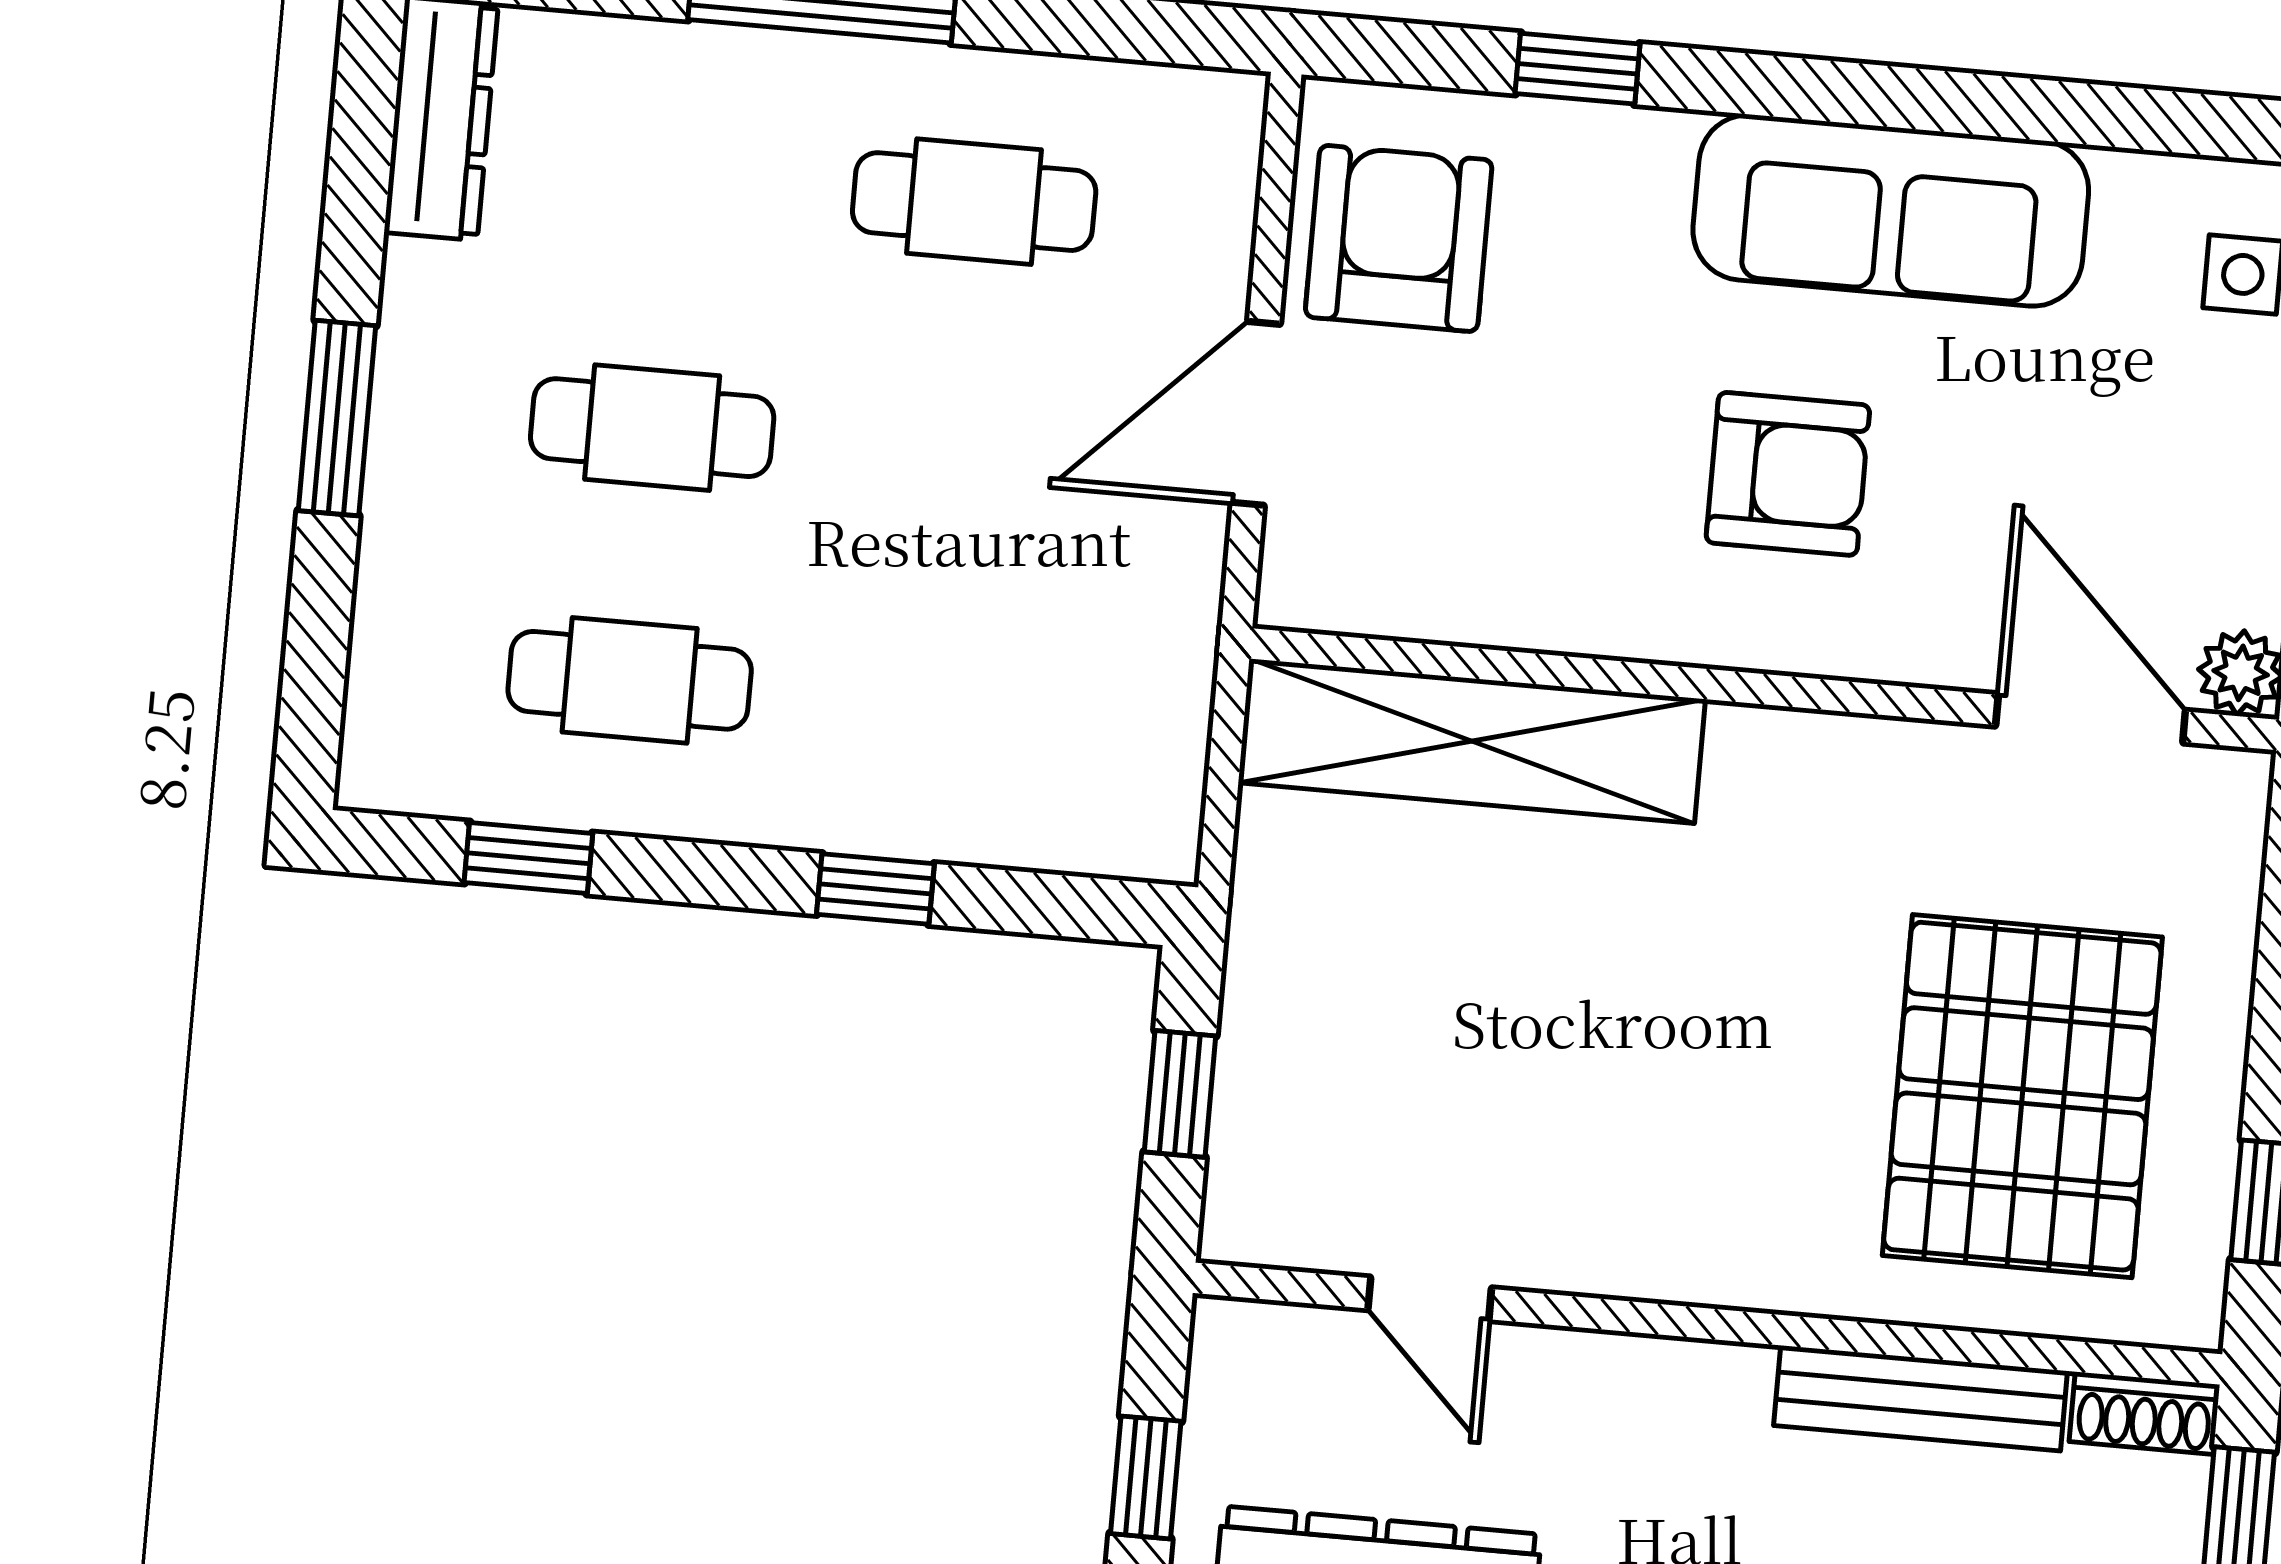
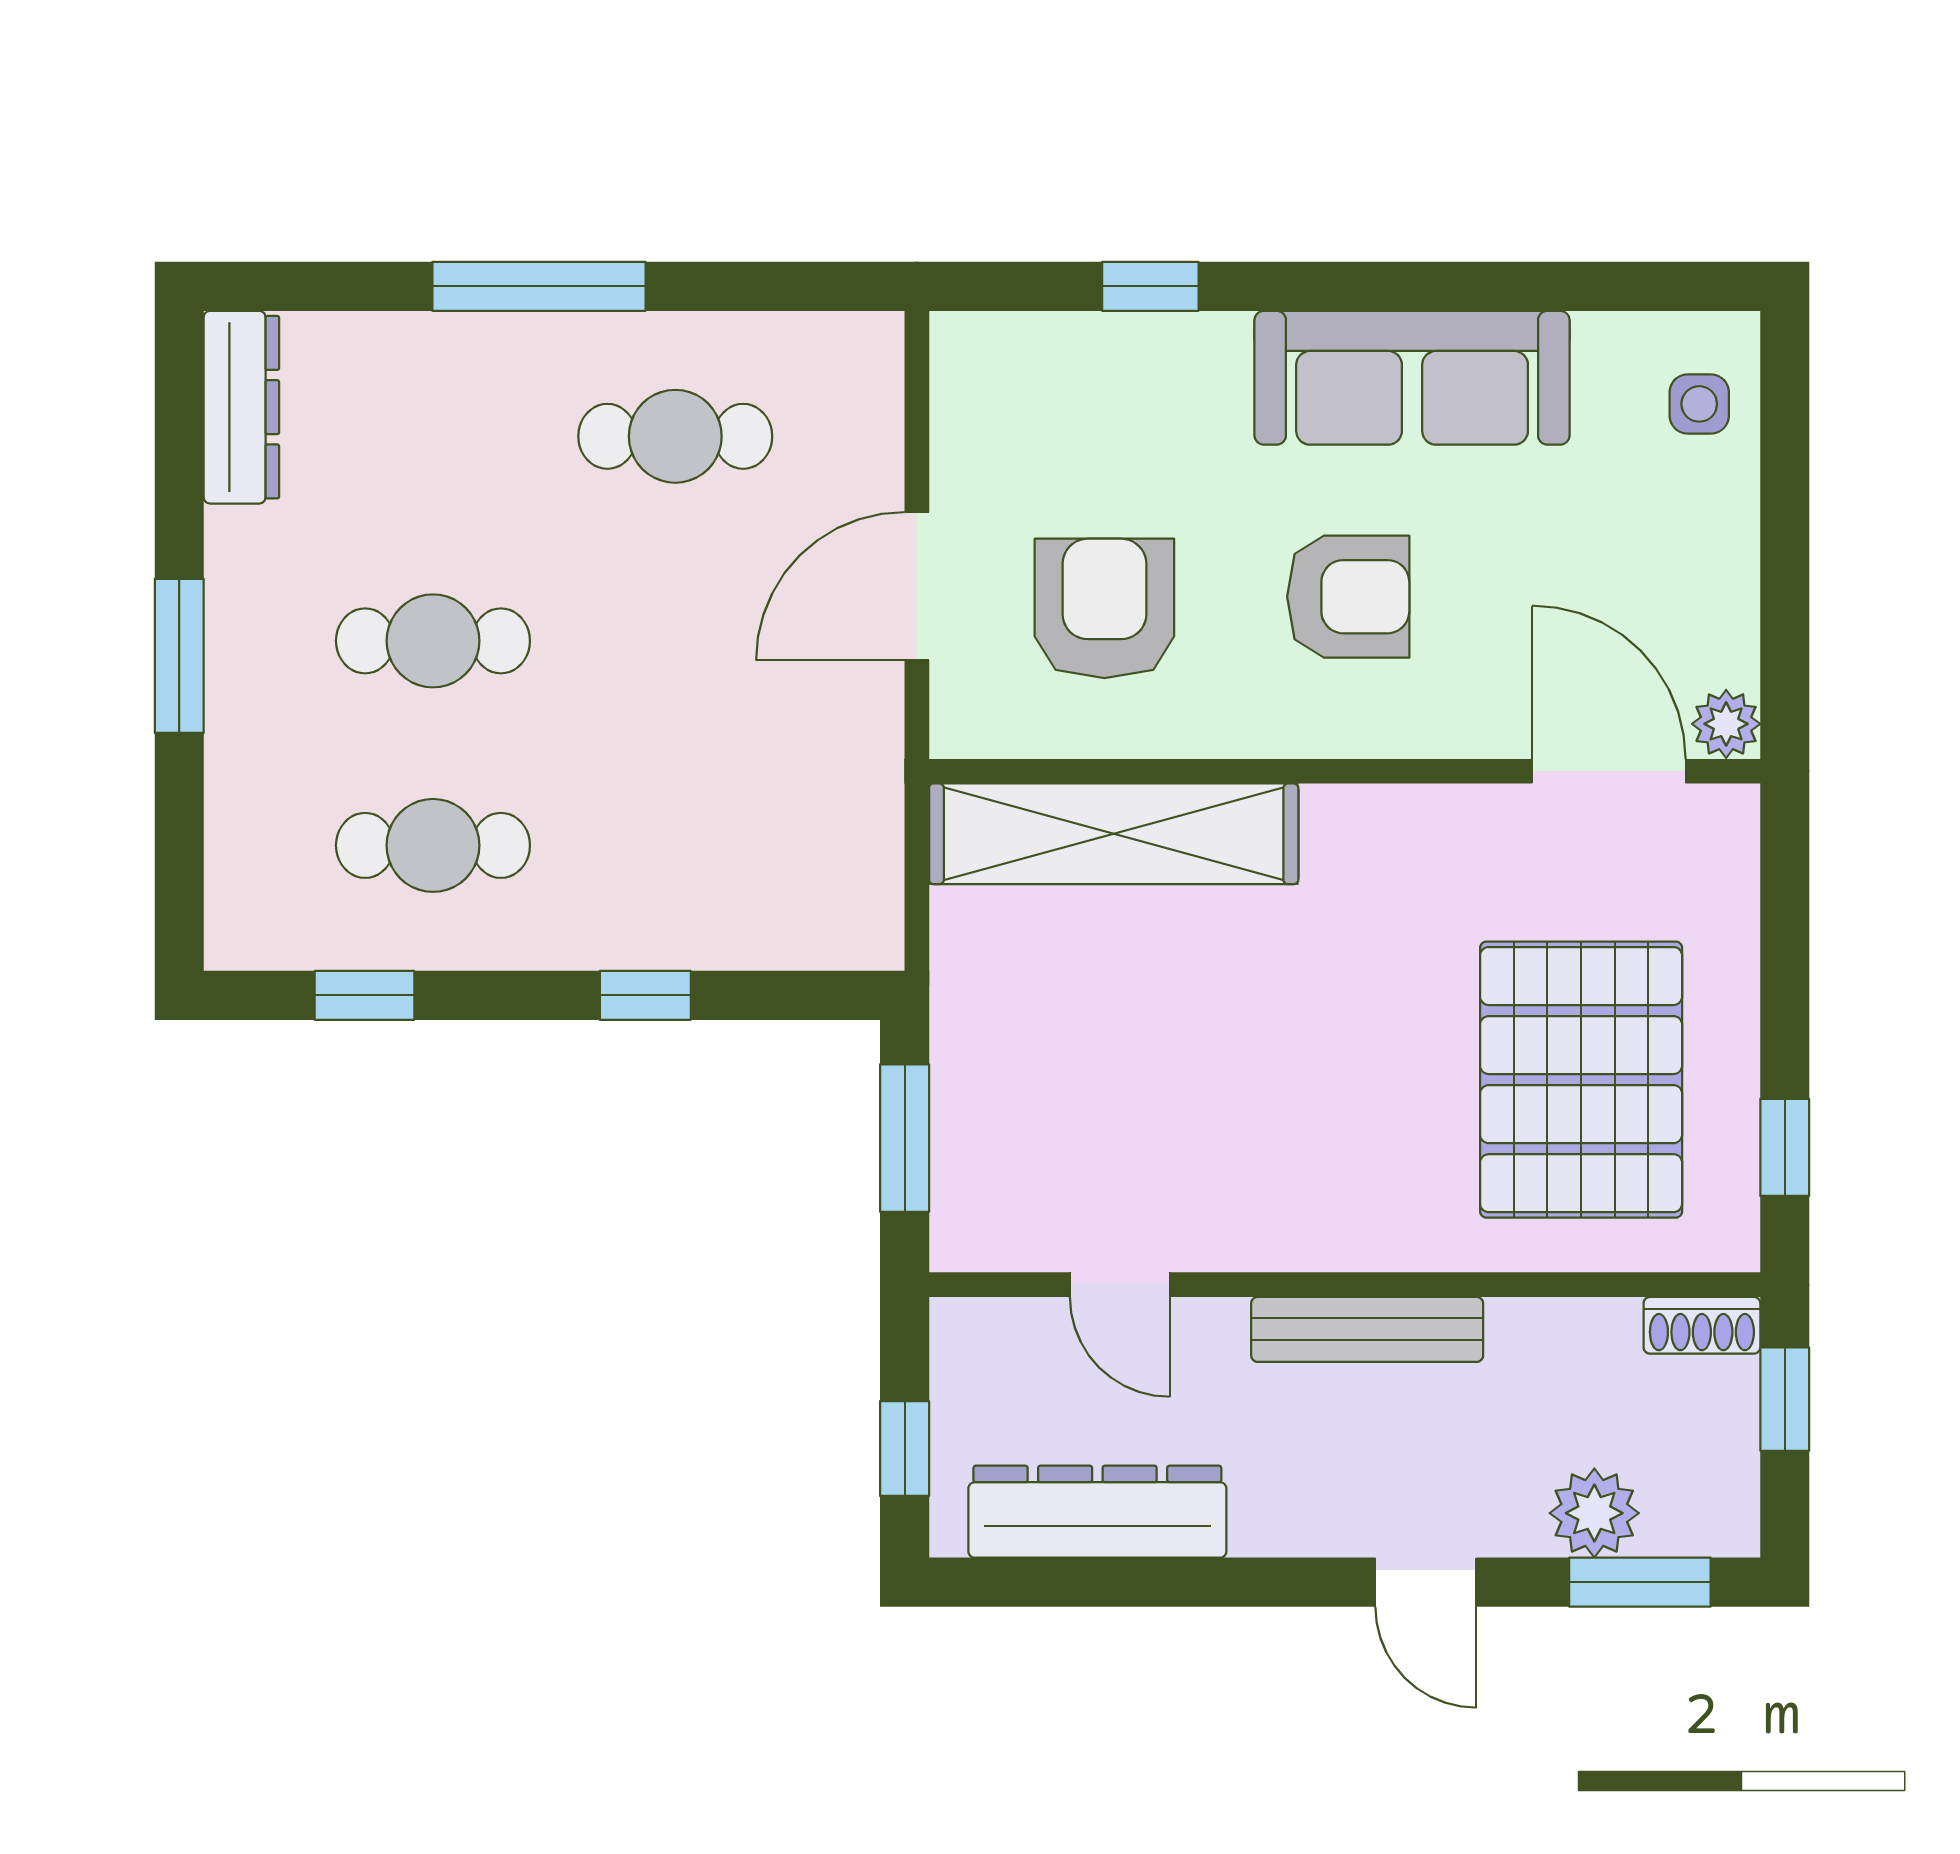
armchair: (1399, 238) -> (1104, 608), moved
window: (1180, 1094) -> (905, 1138), width x1.50
bench: (1921, 1398) -> (1367, 1329), moved

